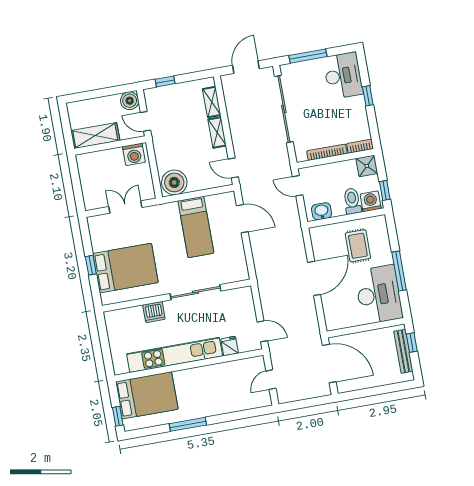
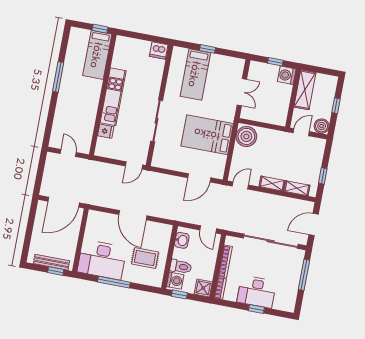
door: (246, 67) -> (314, 224), swing flipped
desk: (343, 76) -> (257, 292), moved
window: (165, 81) -> (323, 176), moved
window: (100, 93) -> (336, 106), added
washing machine: (134, 154) -> (287, 75), moved
window: (76, 182) -> (275, 62), added
door: (298, 186) -> (208, 229), swing flipped
bed: (196, 227) -> (207, 135), width x1.50
bed: (125, 268) -> (195, 74), width x0.67
dishwasher: (154, 312) -> (159, 50), moved, turned -90
door: (262, 331) -> (134, 165), moved
kitchen unit: (175, 355) -> (113, 97), width x0.73
bed: (147, 395) -> (97, 55), width x0.67
window: (118, 416) -> (100, 29), moved

